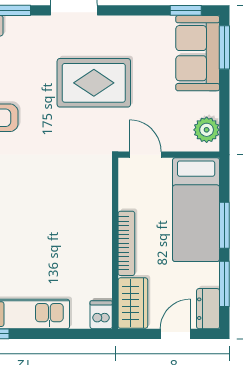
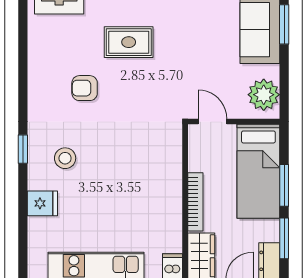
rug: (94, 83) -> (129, 42), moved, width x0.73, depth x0.70
plant: (207, 130) -> (264, 95), width x1.36, depth x1.36

